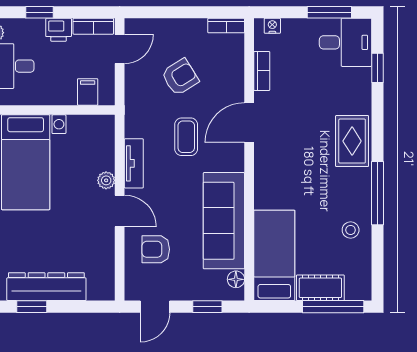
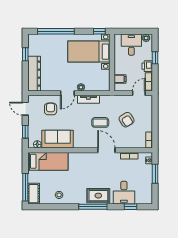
window: (329, 12) -> (155, 174), moved
desk: (346, 42) -> (124, 193), moved
door: (120, 49) -> (139, 93), swing flipped
window: (377, 193) -> (93, 207), moved
sofa: (224, 221) -> (58, 139), width x0.73
dresser: (46, 287) -> (34, 74), moved
cot: (320, 288) -> (34, 194), moved

